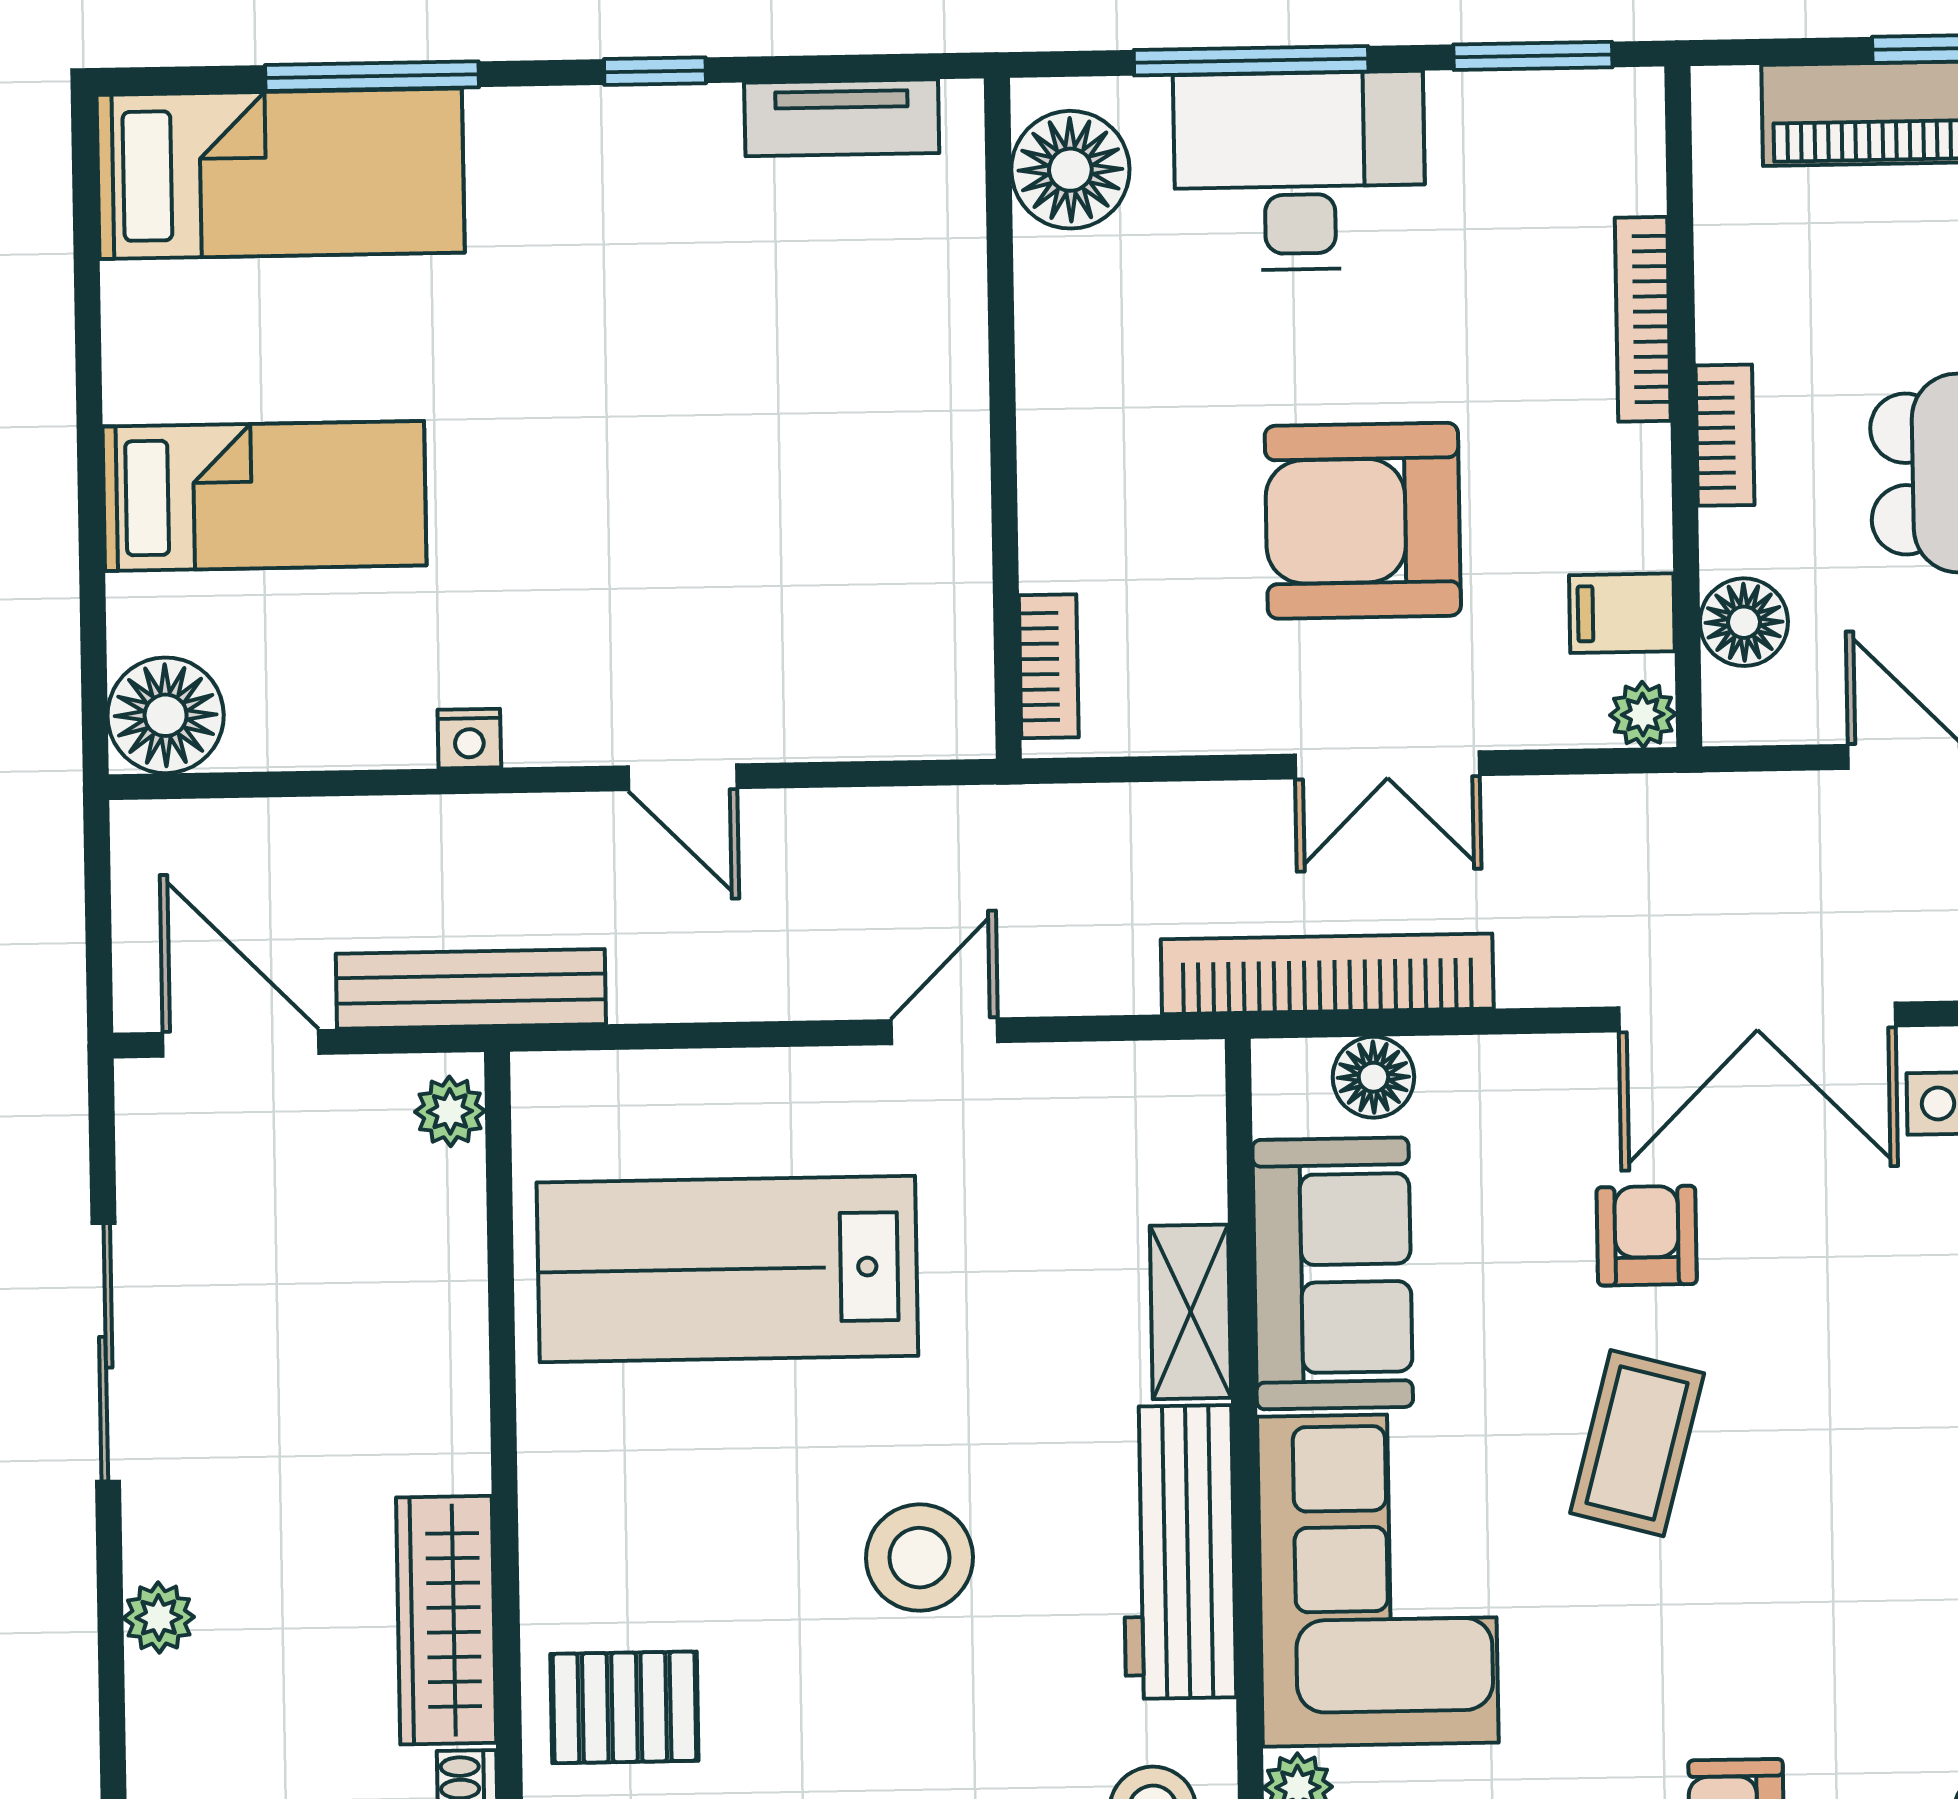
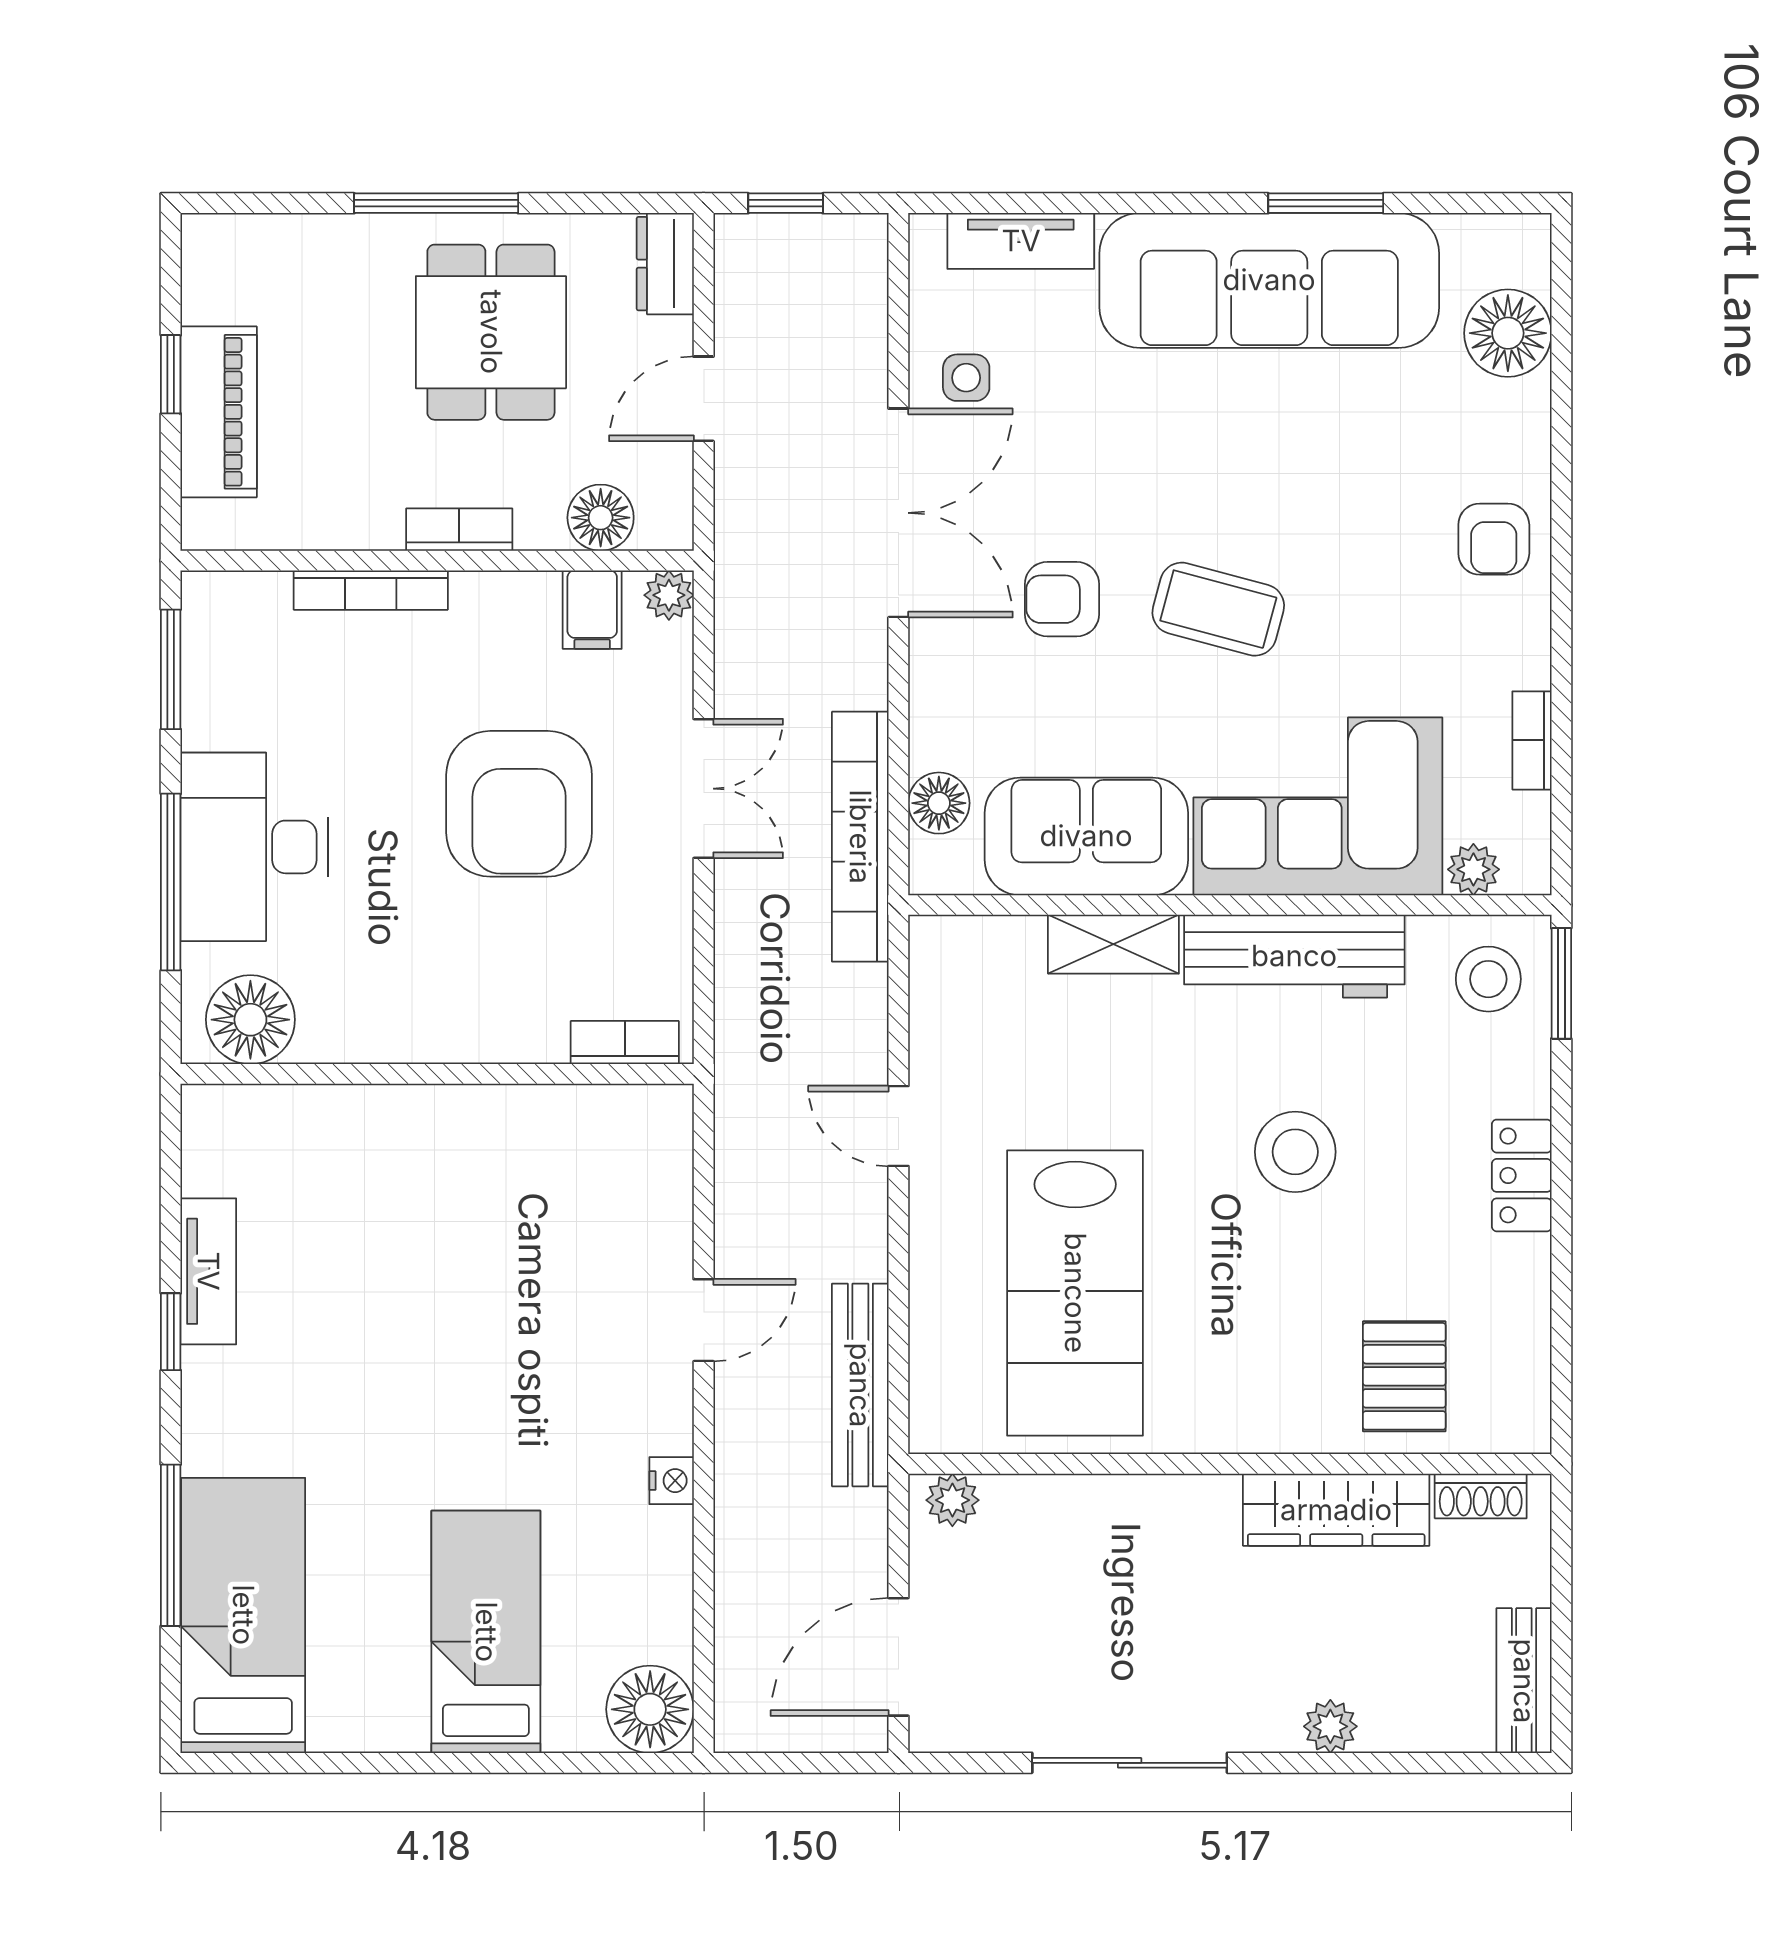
tv unit: (842, 118) -> (208, 1271), moved
bench: (471, 989) -> (860, 1385), moved

